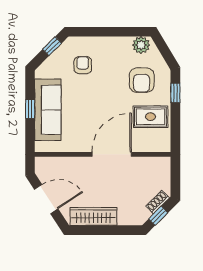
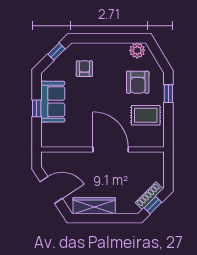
sofa: (48, 110) -> (53, 102), width x0.73
door: (112, 154) -> (111, 149), hinge flipped
shoe rack: (158, 202) -> (149, 196), width x1.43

